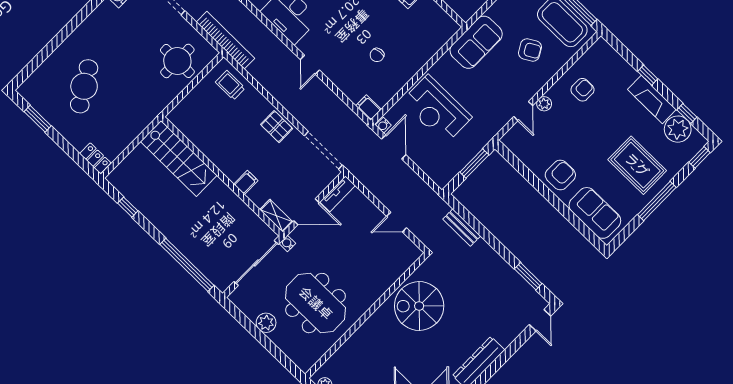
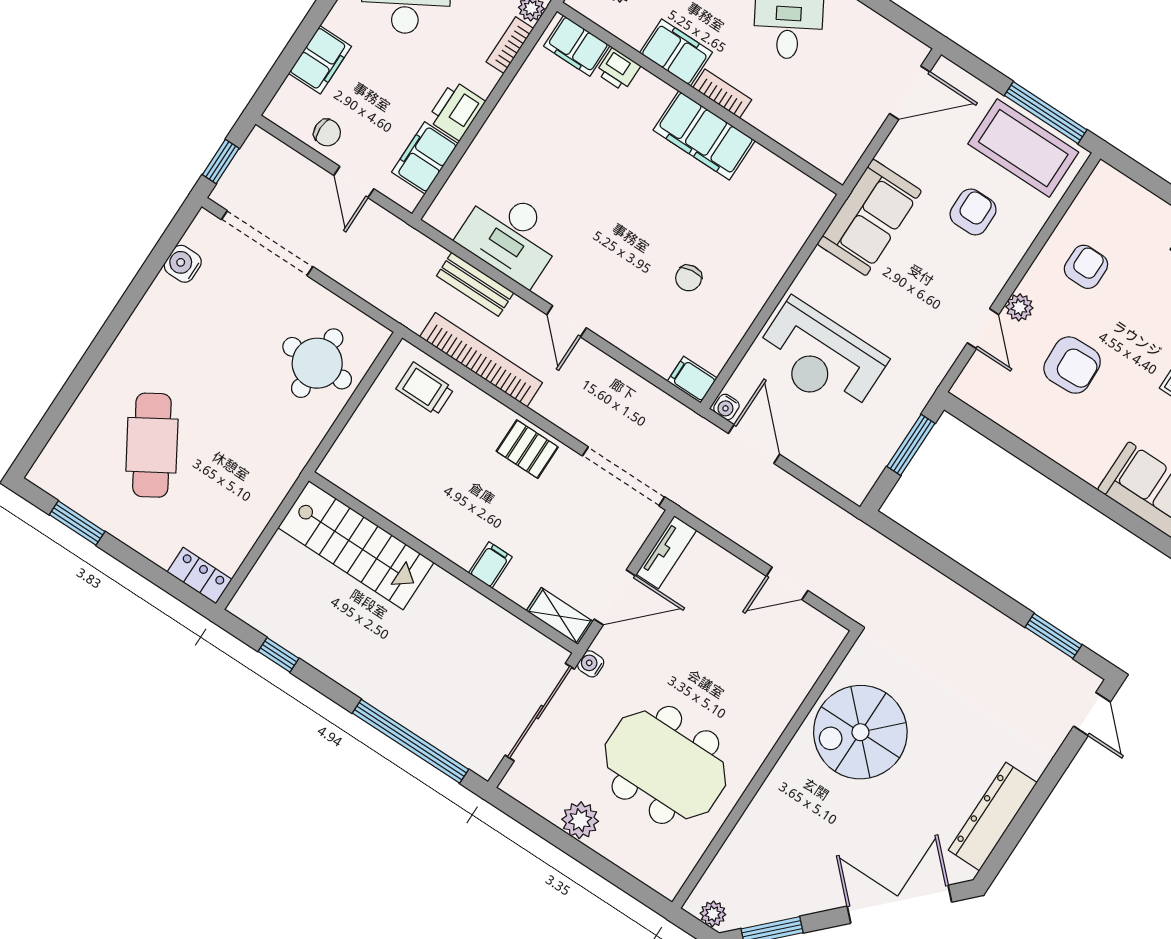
bookcase: (225, 40) -> (481, 360), moved
armchair: (530, 50) -> (973, 212), turned -60
armchair: (560, 175) -> (1072, 365), moved, turned 88
bench: (462, 228) -> (475, 284), moved

